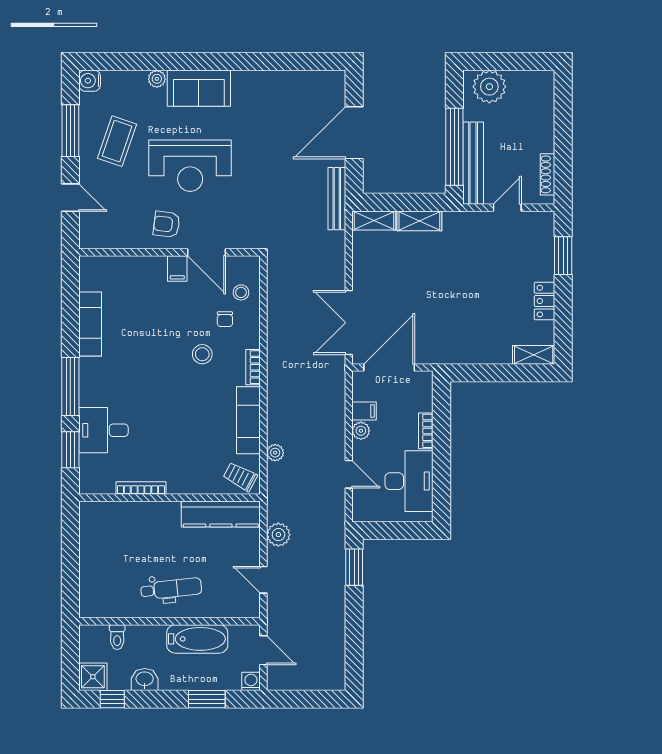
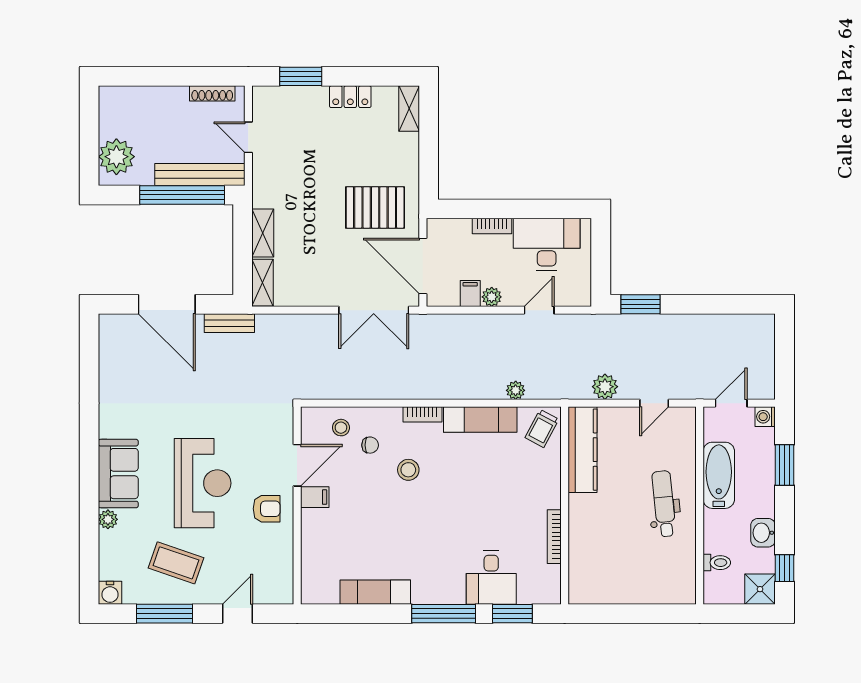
bench: (337, 199) -> (229, 323), width x0.73
armchair: (167, 224) -> (267, 509), turned -97
pallet: (443, 324) -> (375, 207), added

